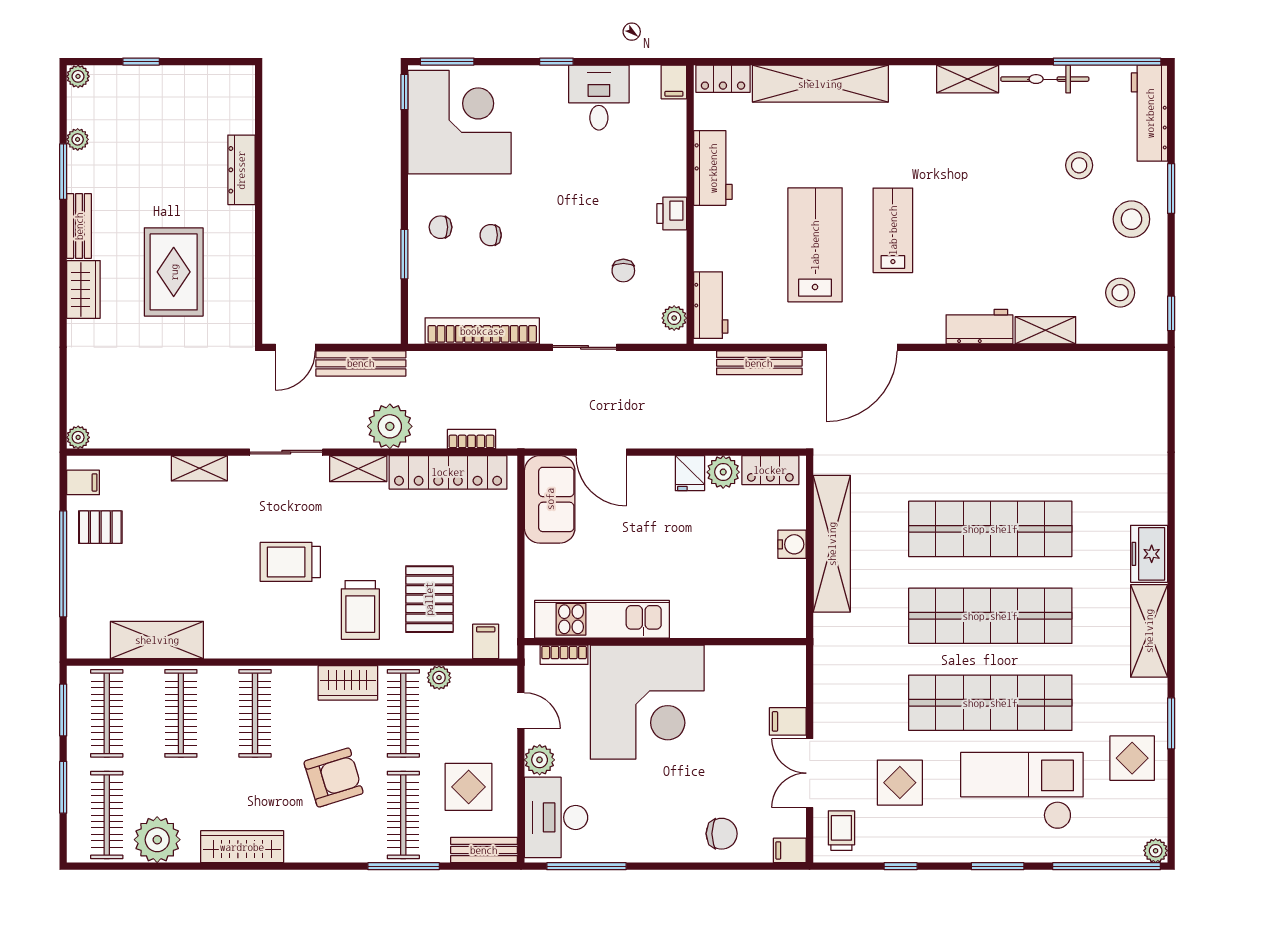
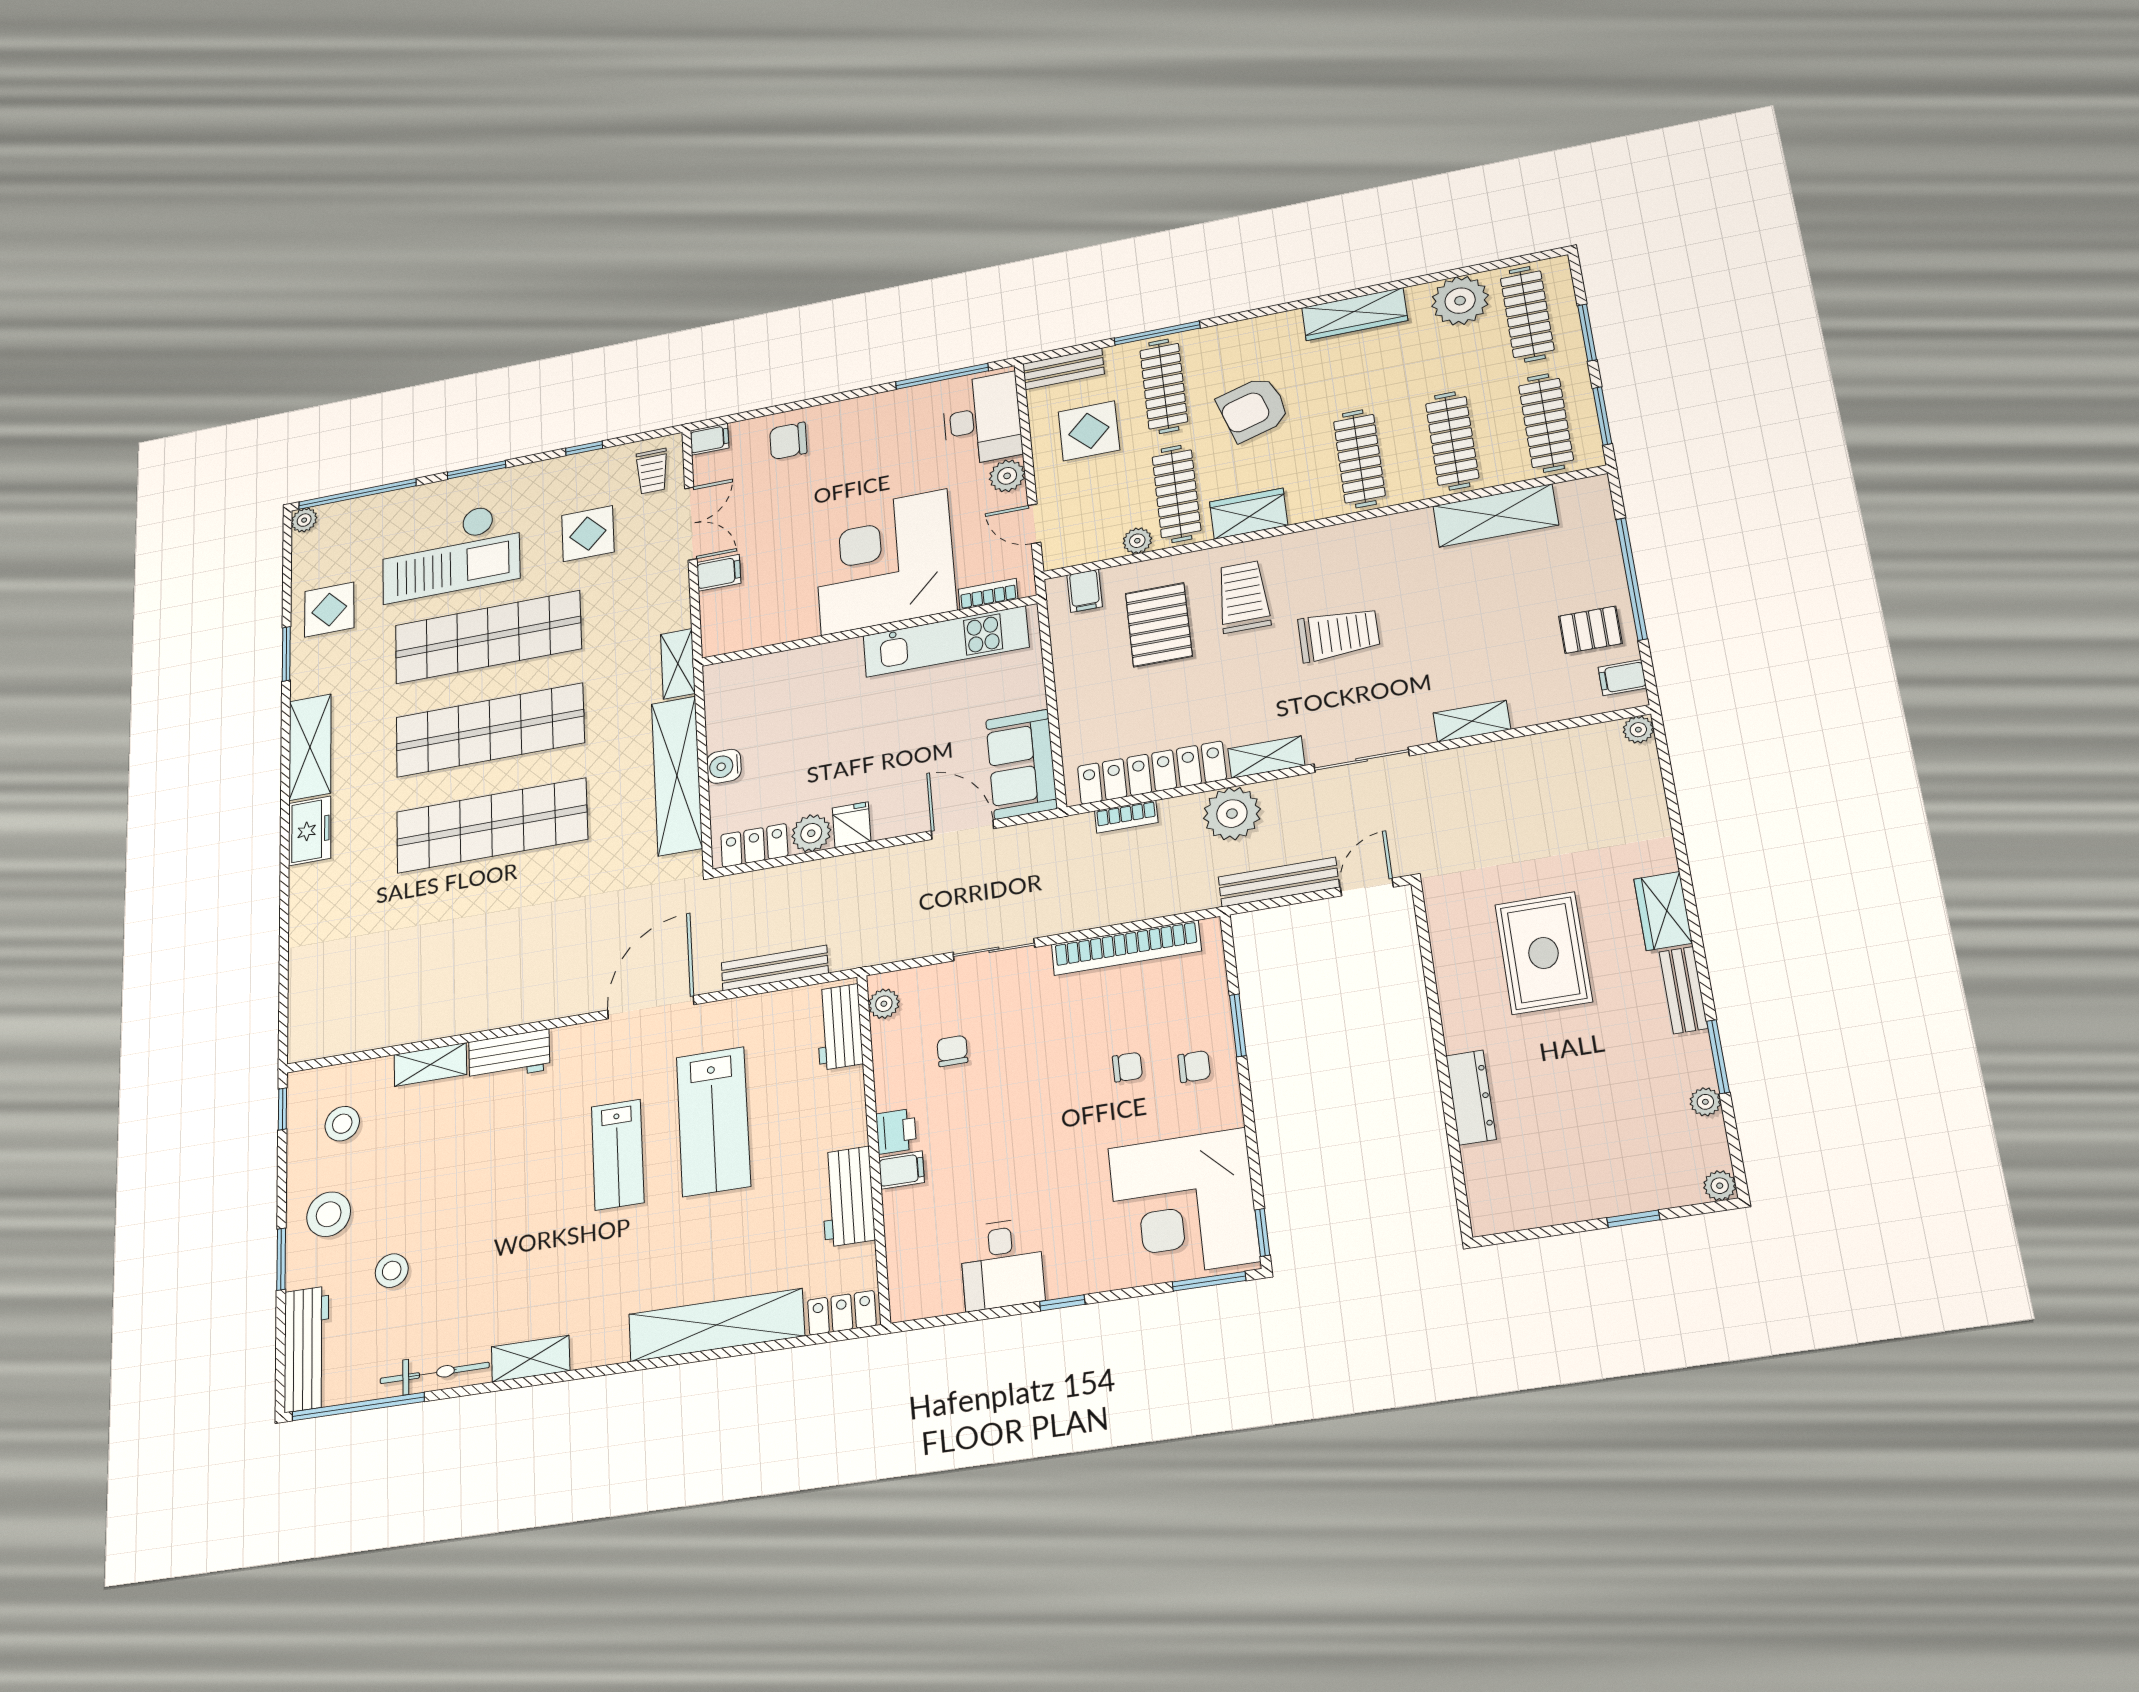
filing cabinet: (674, 82) -> (902, 1170), moved, turned 90
shelving: (827, 644) -> (678, 664), added

